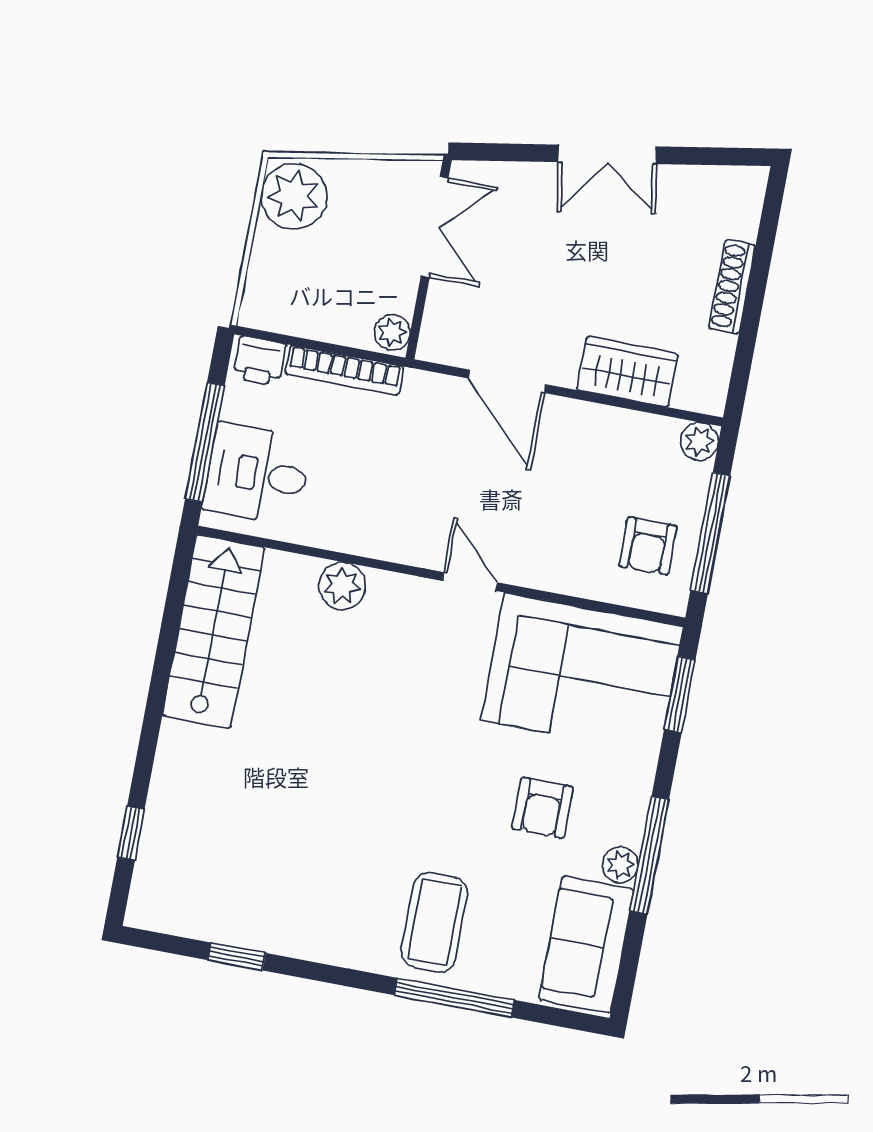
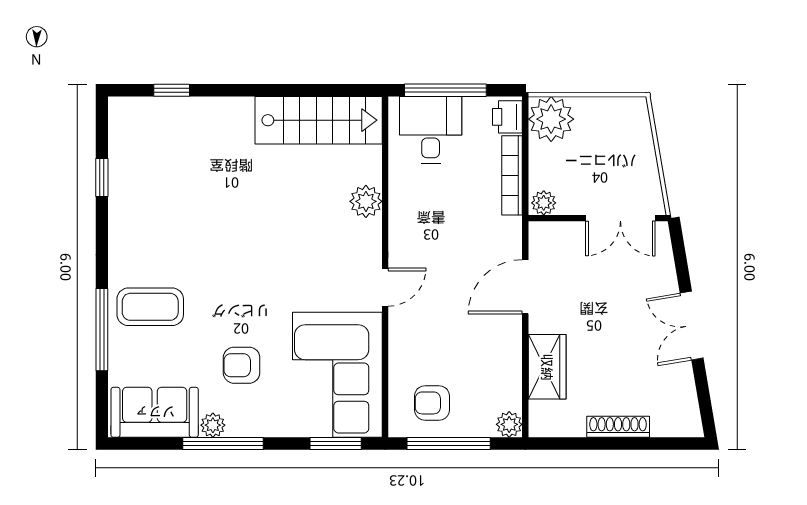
plant: (294, 196) -> (551, 119), moved

